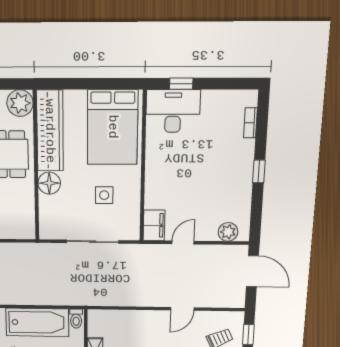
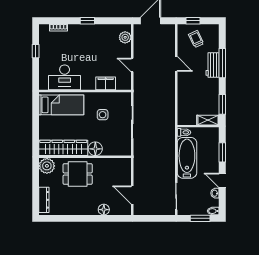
window: (181, 84) -> (36, 51), moved
desk: (173, 111) -> (65, 77), moved, turned -90
bed: (113, 127) -> (61, 105), width x0.67
filing cabinet: (154, 225) -> (106, 83), moved

